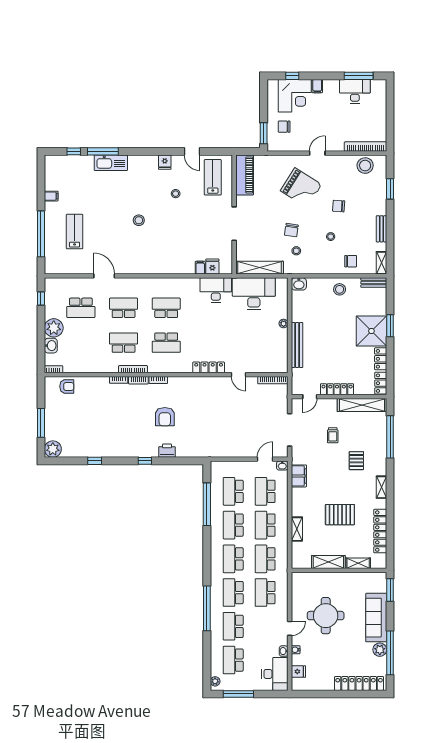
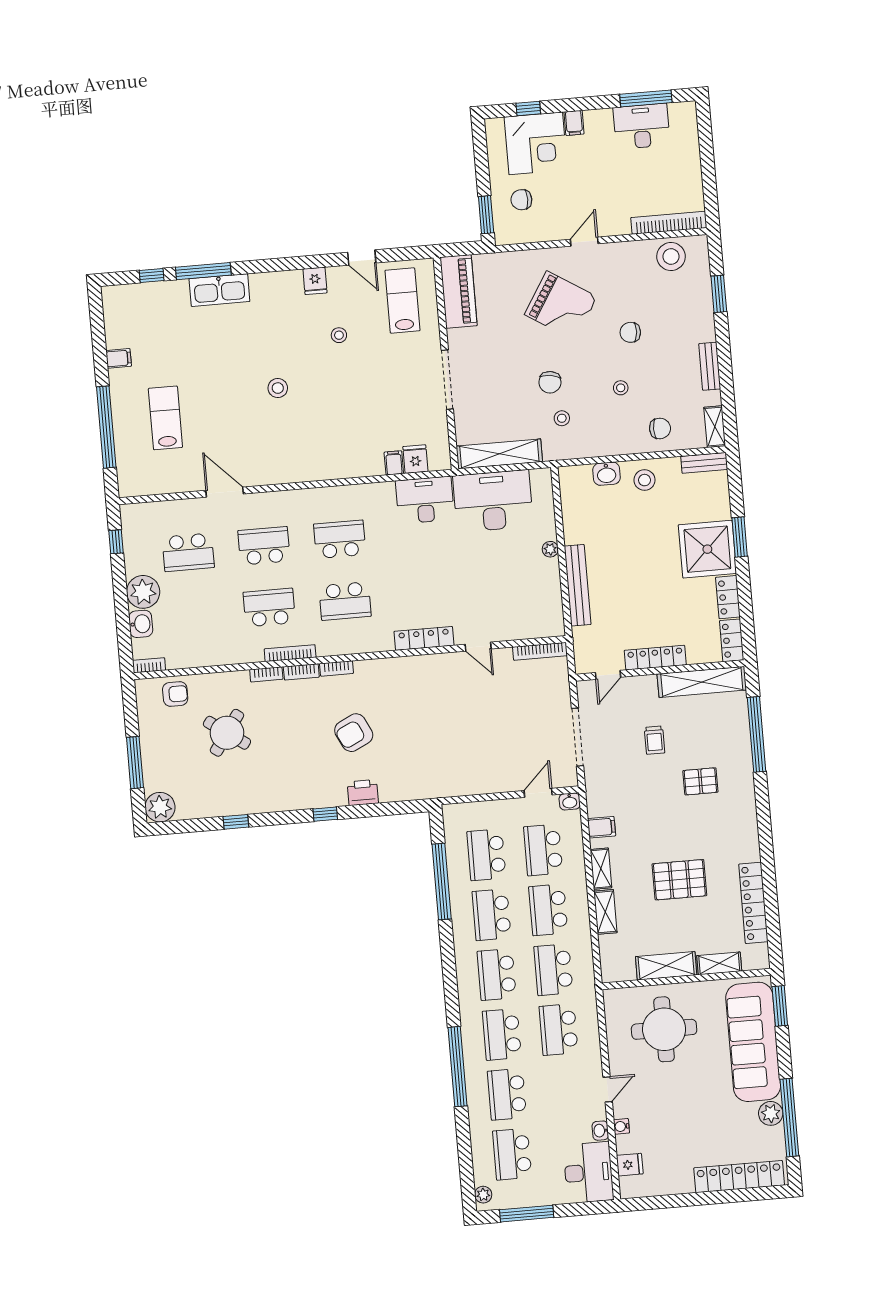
washbasin: (299, 284) -> (607, 474), moved
round table: (94, 411) -> (227, 733), added
armchair: (165, 417) -> (354, 733), turned 64
pallet: (356, 461) -> (700, 781), turned 90
filing cabinet: (299, 476) -> (602, 827), width x0.50
shelving: (381, 487) -> (601, 869), moved
round table: (326, 616) -> (664, 1029), moved
sofa: (376, 618) -> (753, 1042), width x1.36, depth x1.27

